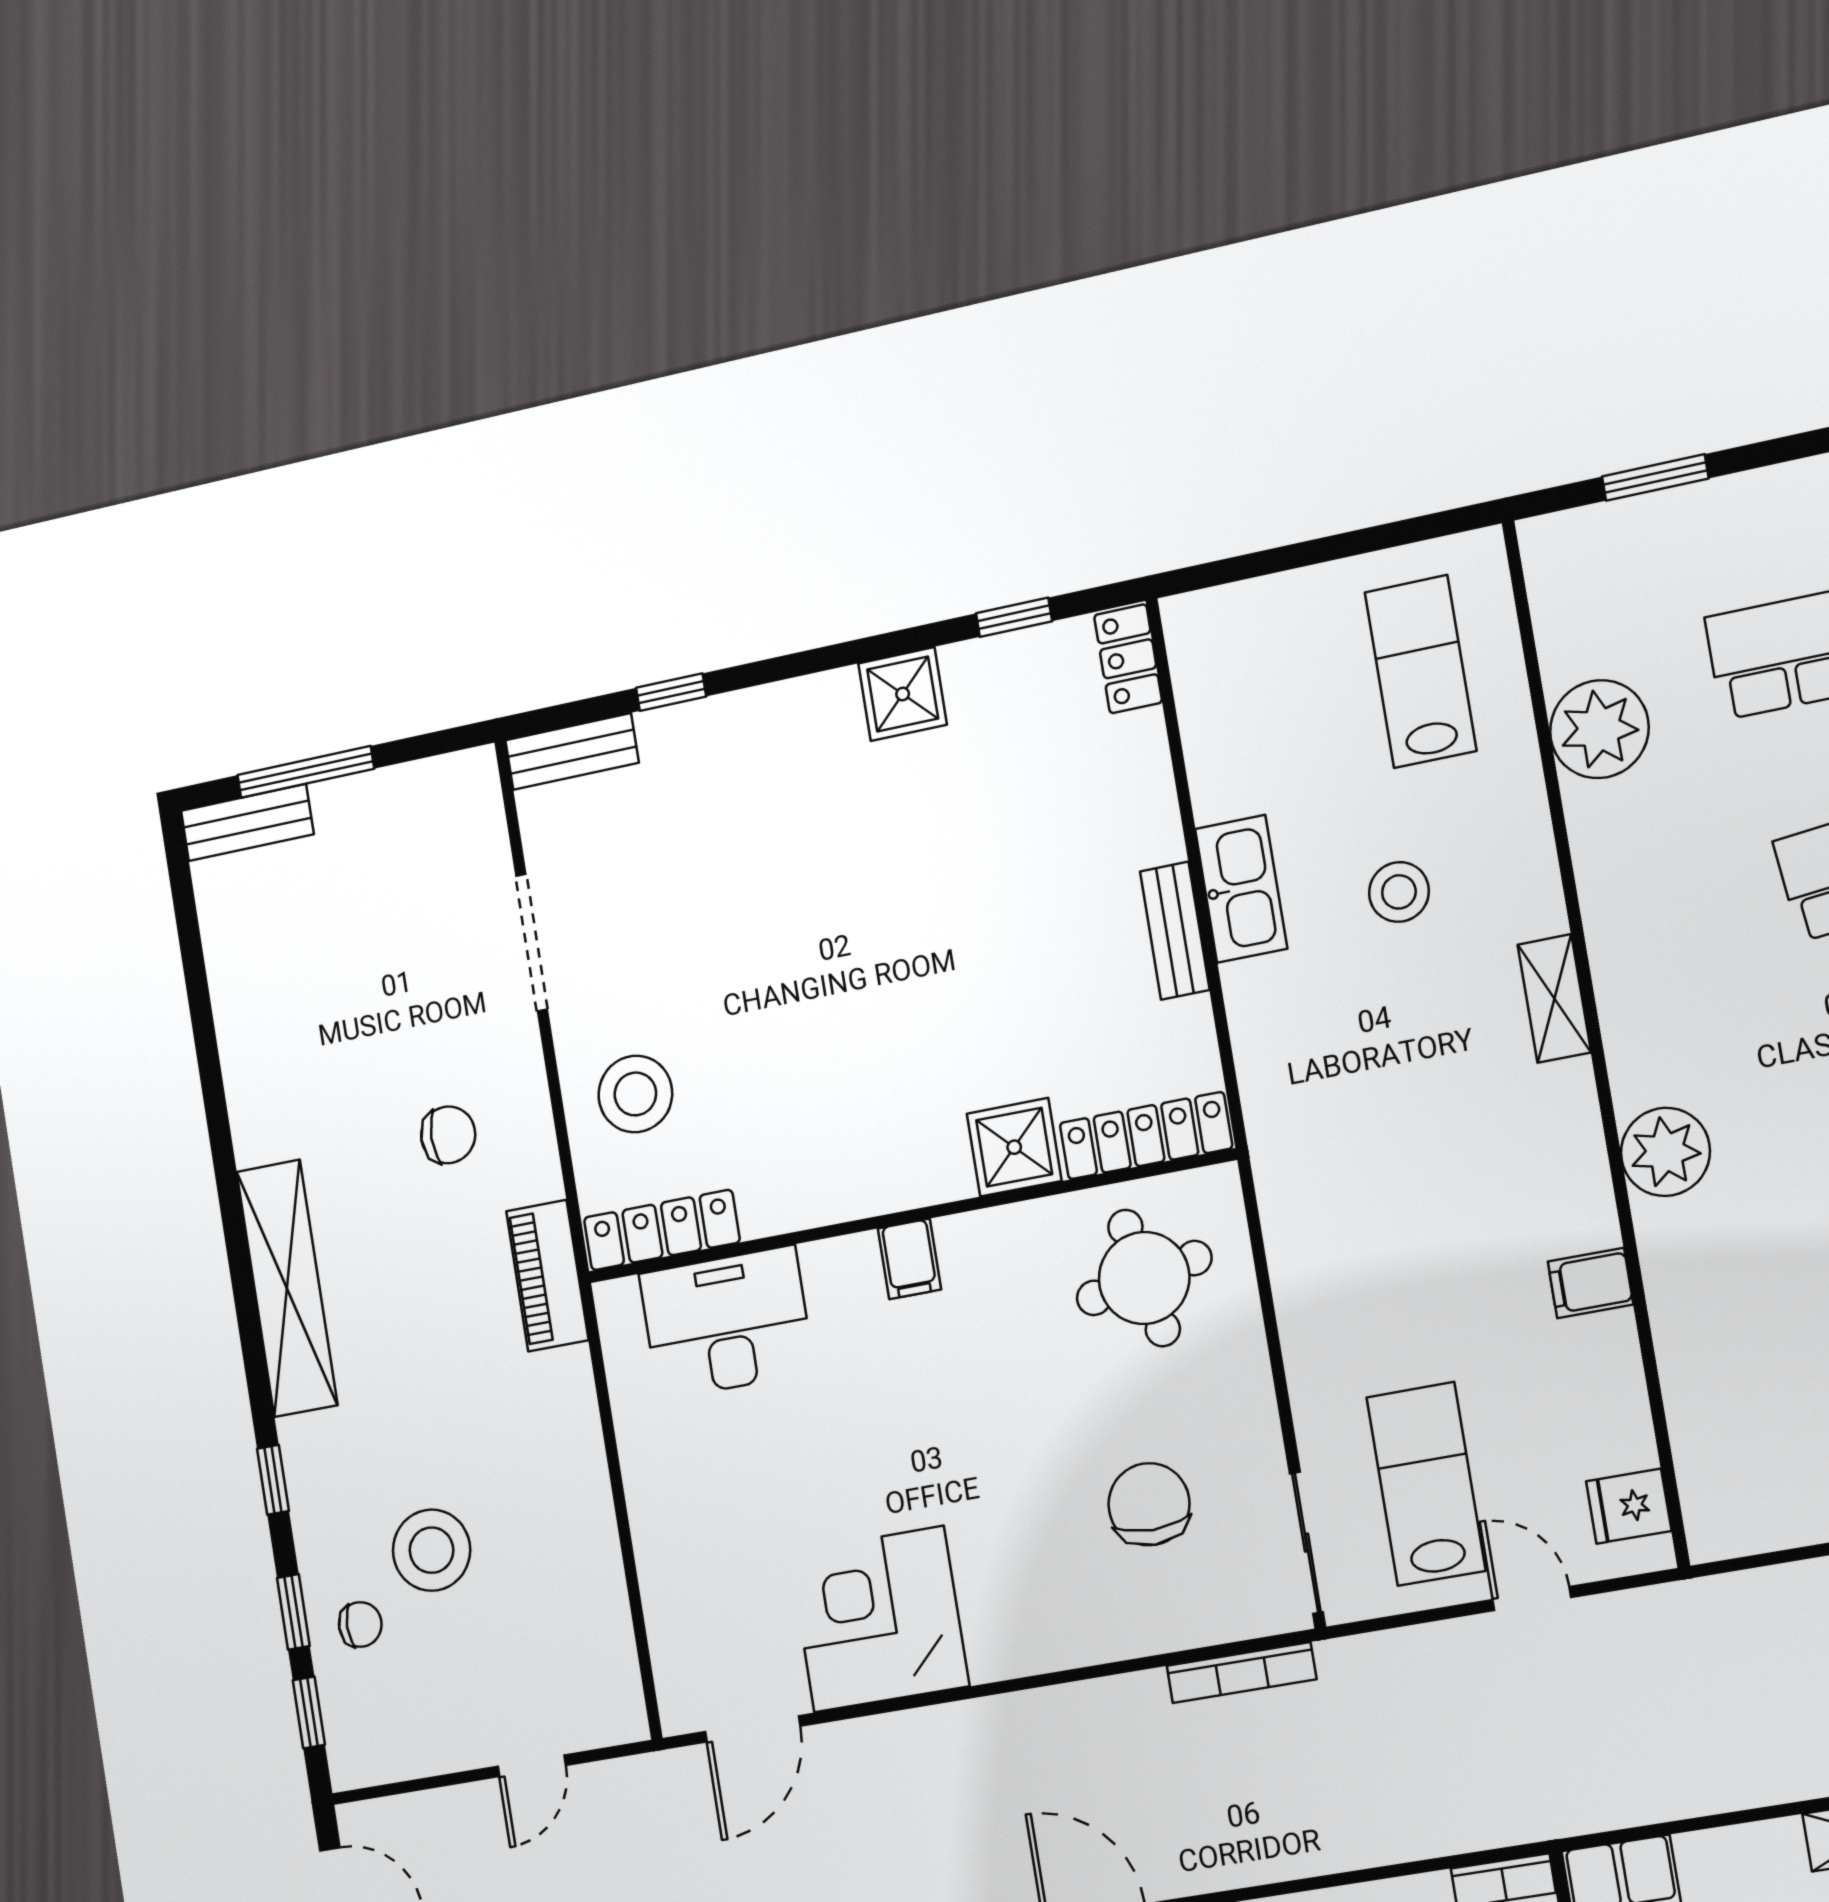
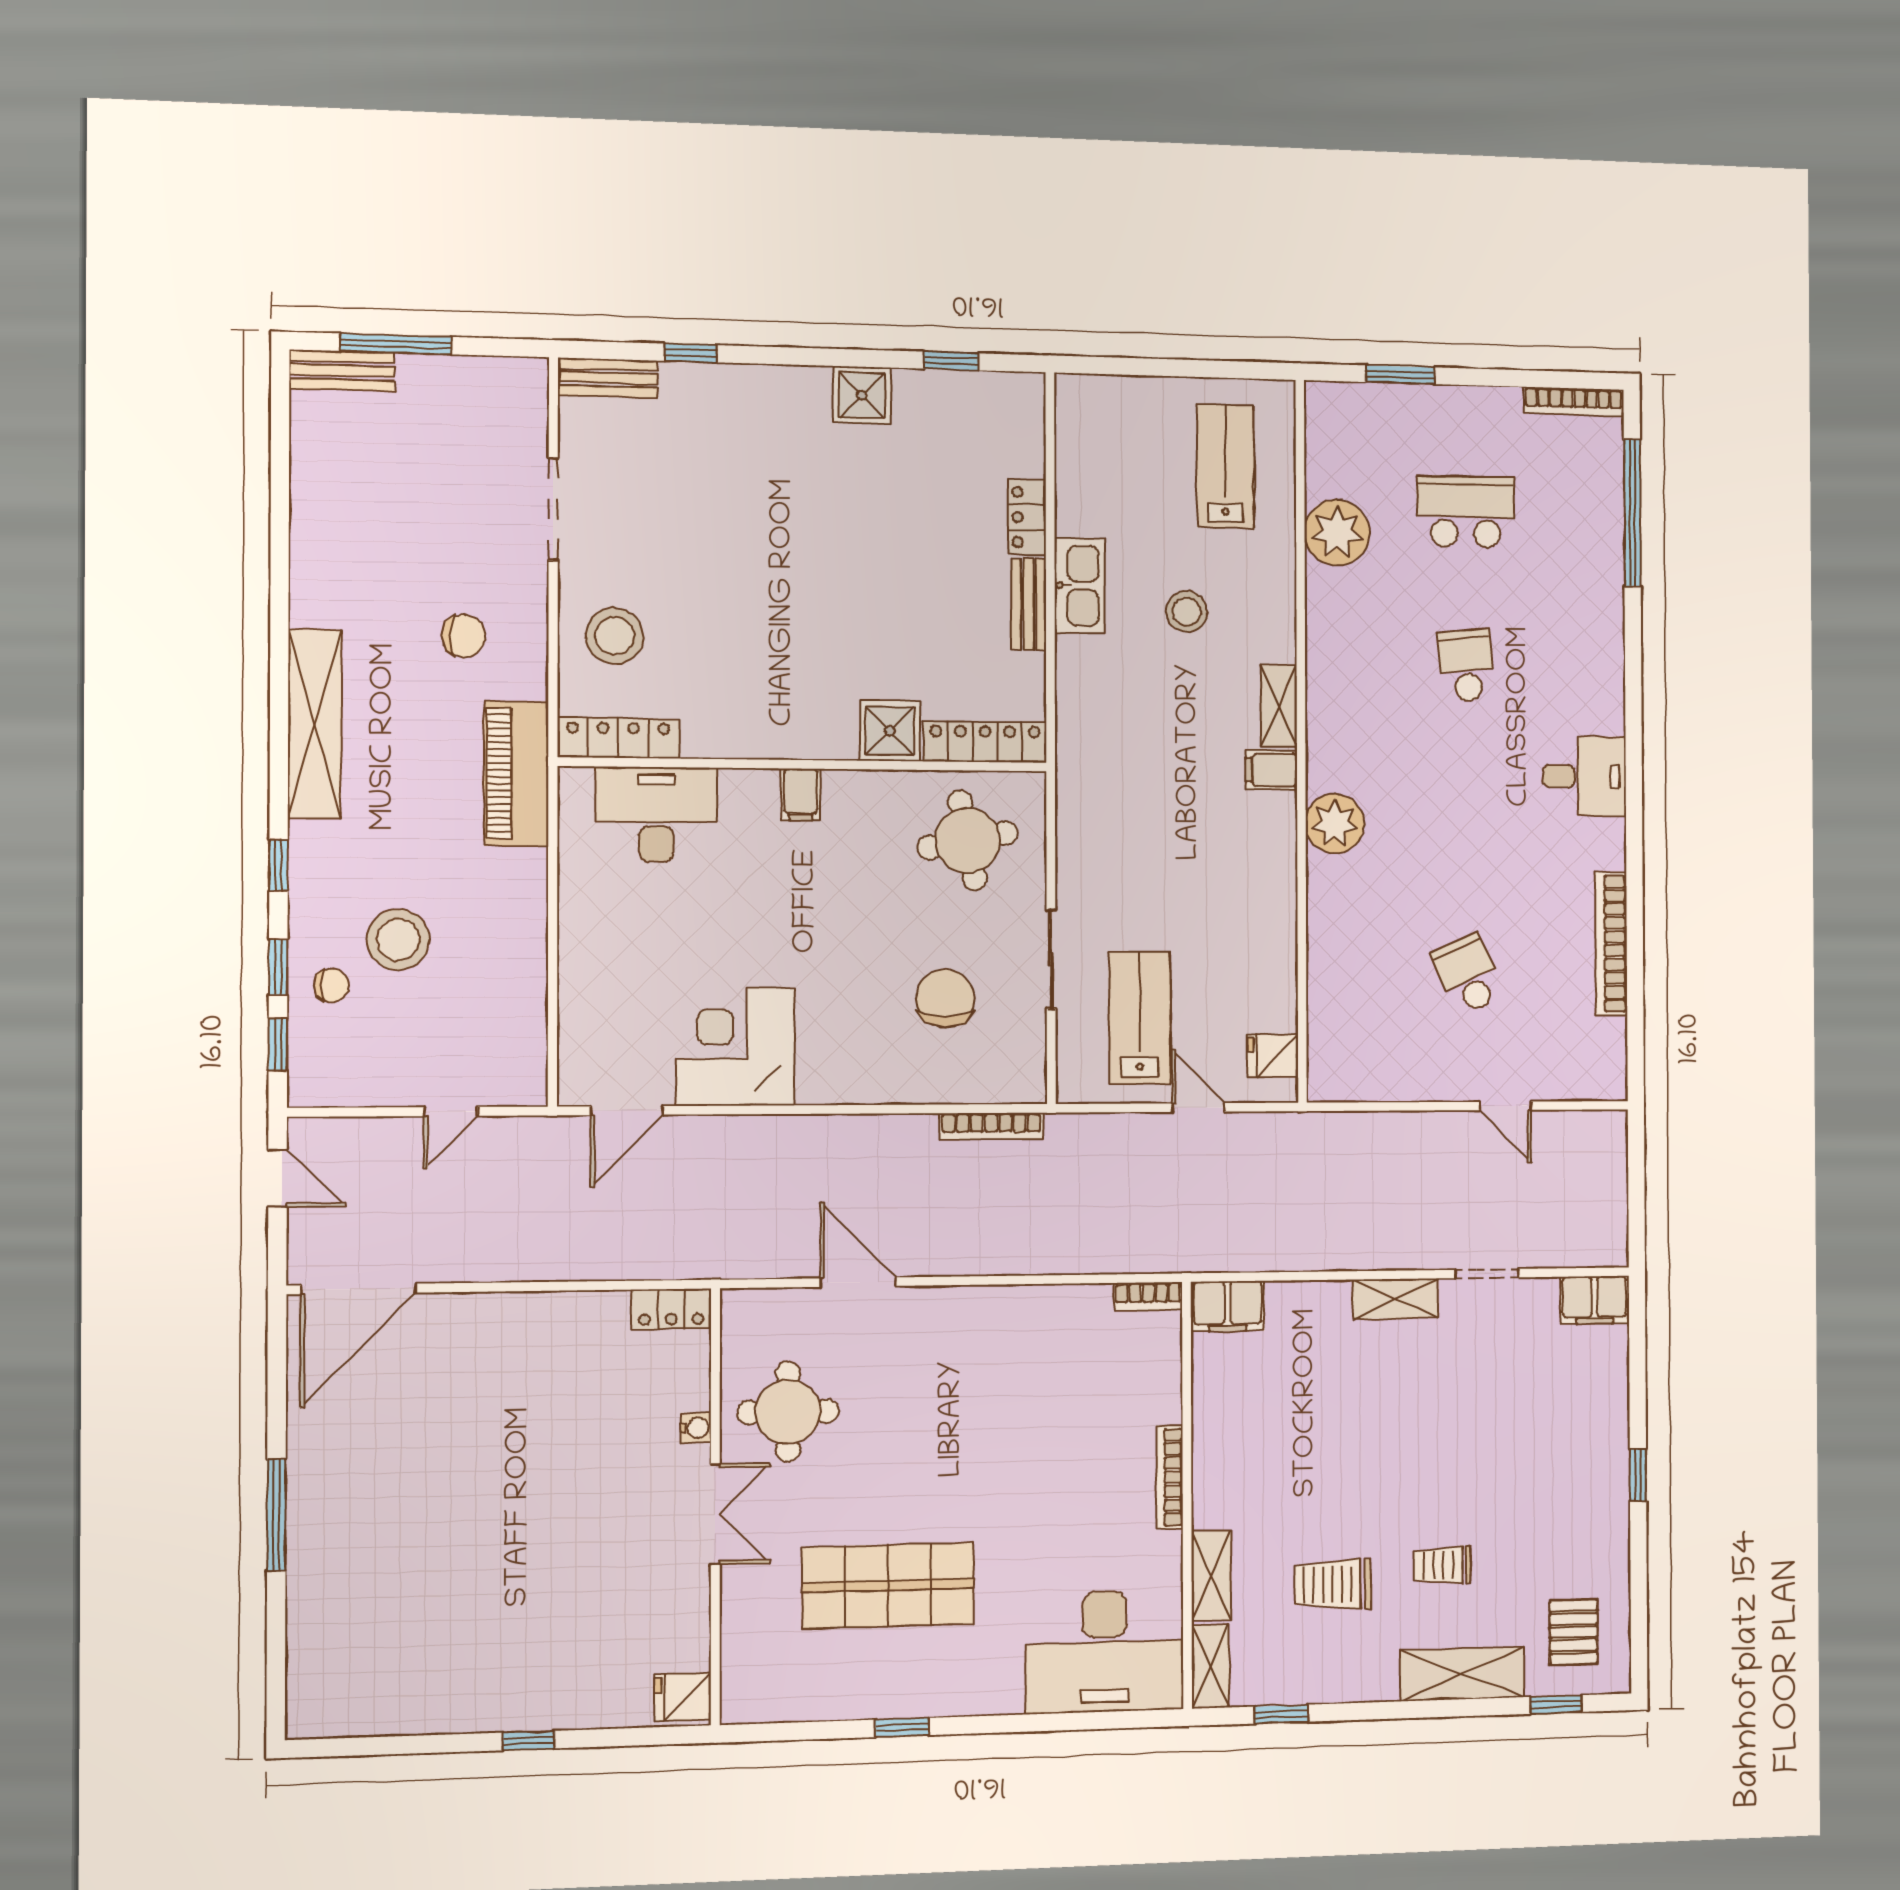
locker: (1128, 659) -> (1027, 517), moved
piano: (547, 1276) -> (516, 774), width x1.37, depth x1.33
filing cabinet: (1591, 1283) -> (1271, 770), moved
sliding door: (1306, 1543) -> (1051, 959), moved

